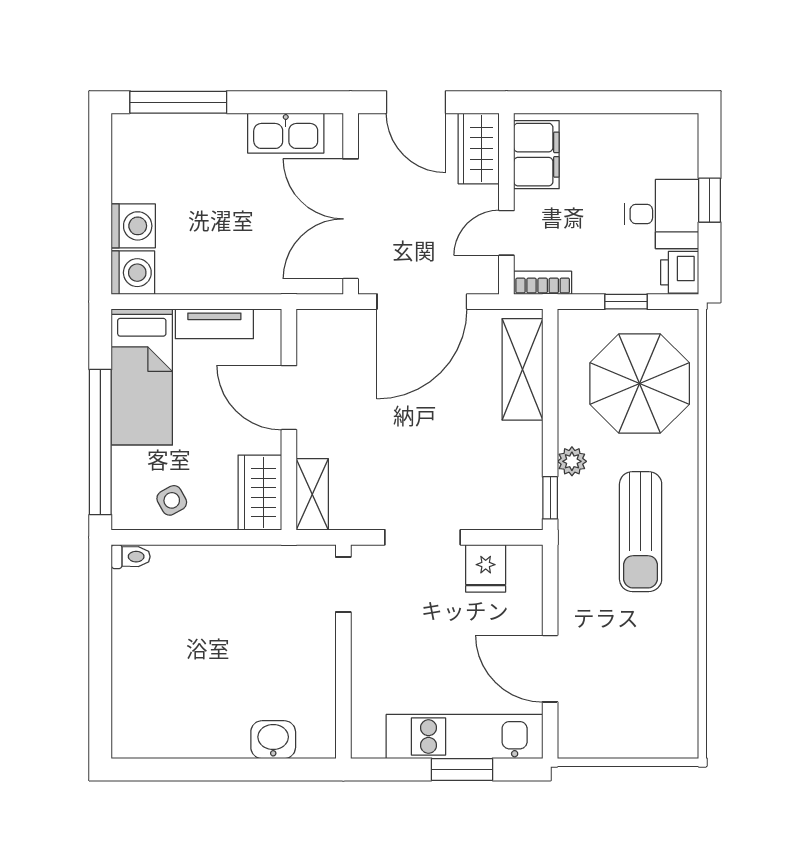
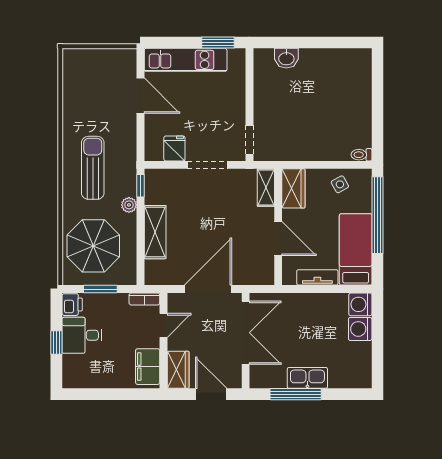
window: (178, 102) -> (296, 394), moved
kitchen sink: (286, 133) -> (307, 378), moved
window: (626, 302) -> (100, 289), width x1.50
shelving: (522, 369) -> (155, 232), moved
window: (462, 769) -> (218, 43), moved

